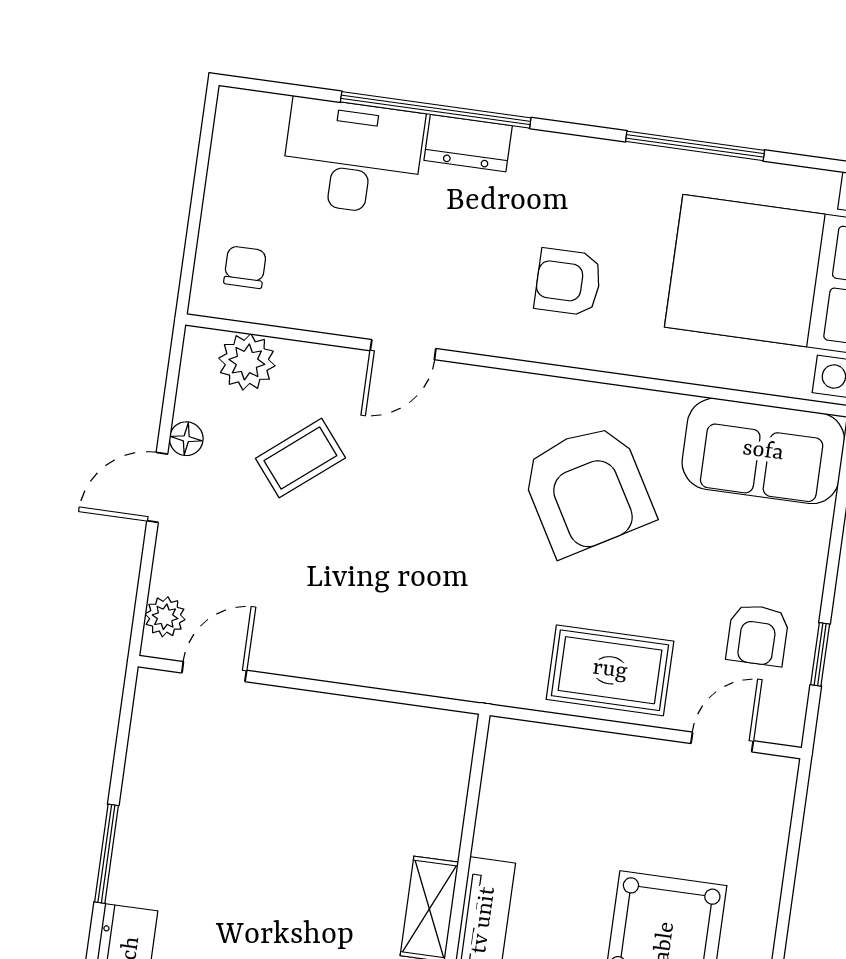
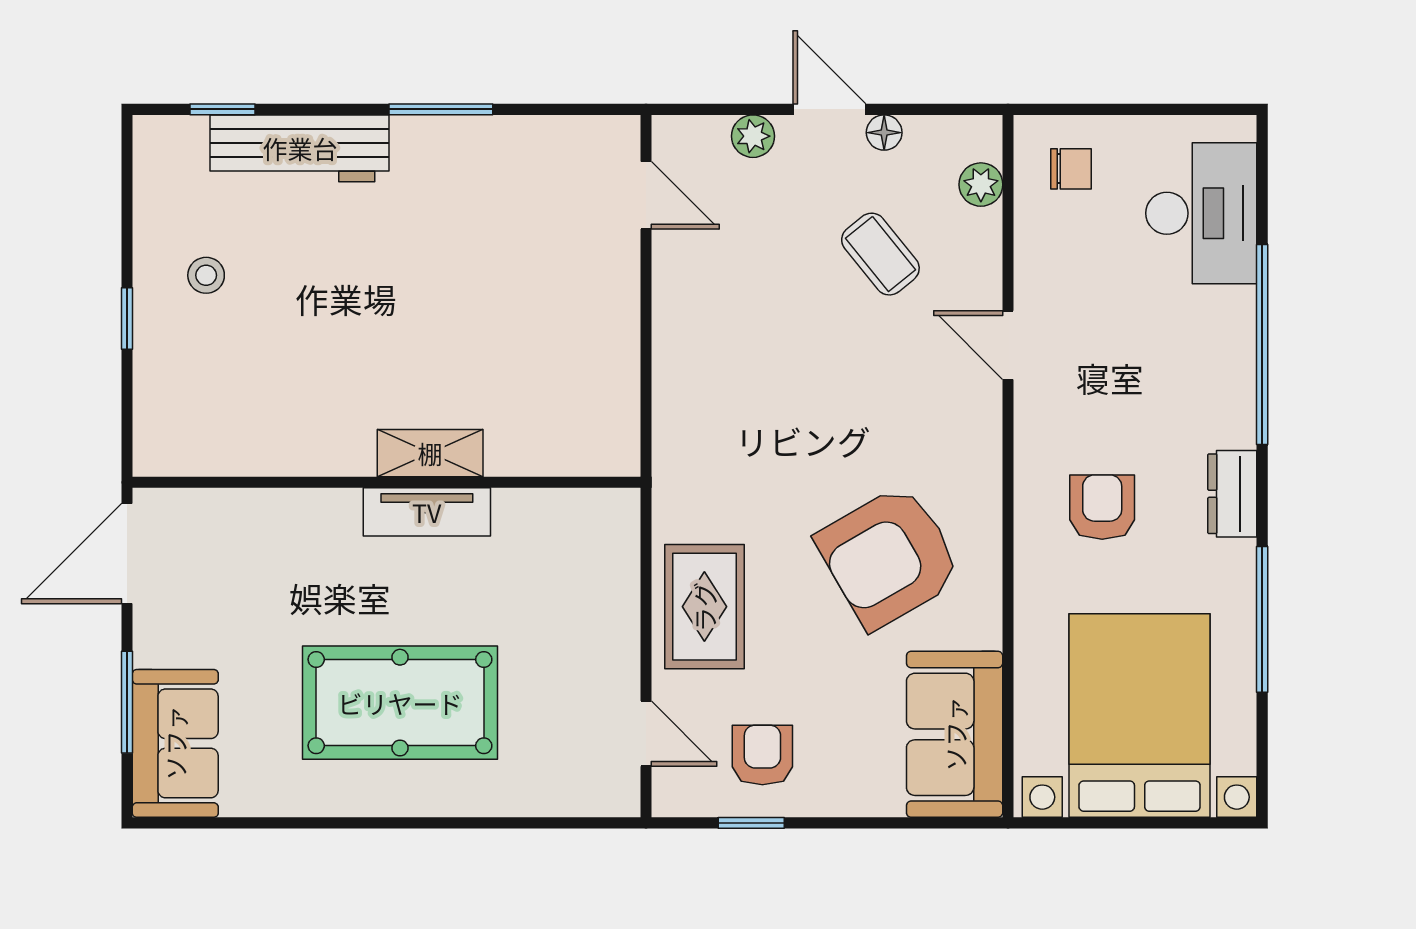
dresser: (468, 143) -> (1232, 494), moved
desk: (352, 157) -> (1201, 213), moved
plant: (247, 362) -> (981, 185), width x0.73, depth x0.73
plant: (165, 617) -> (753, 136), moved
armchair: (758, 635) -> (762, 755), turned 90

